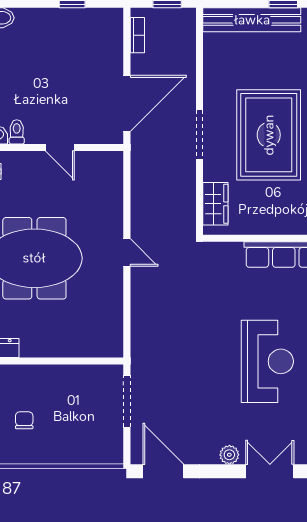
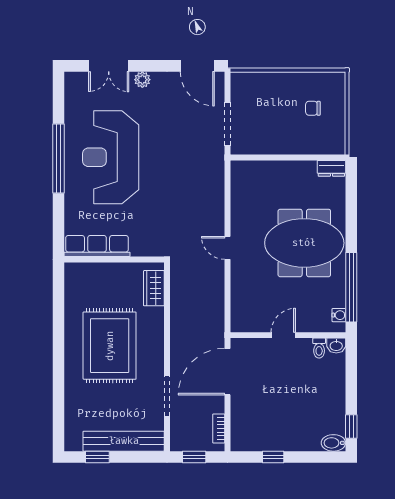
doorway: (200, 135) -> (167, 396), moved
door: (60, 147) -> (283, 335), hinge flipped
reception desk: (267, 361) -> (111, 157), width x1.36, depth x1.30
chair: (24, 420) -> (313, 108), turned 90

